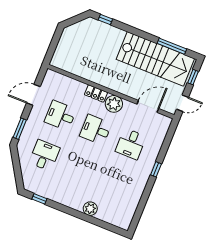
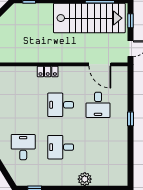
plant: (114, 104) -> (68, 74), removed
door: (148, 106) -> (100, 64), swing flipped
desk: (60, 116) -> (61, 147), moved

